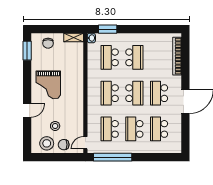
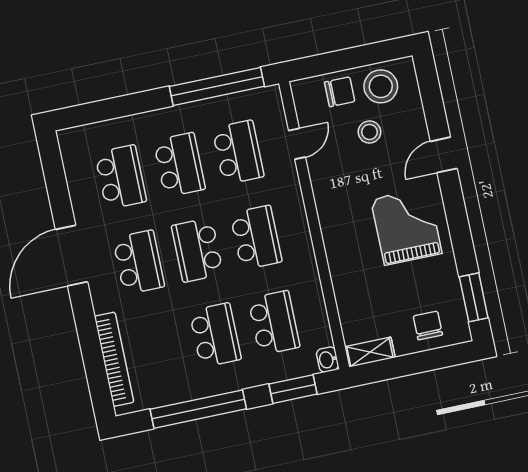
window: (148, 29) -> (198, 409), added
school desk: (134, 57) -> (215, 335), turned 180
door: (85, 143) -> (297, 144), moved

